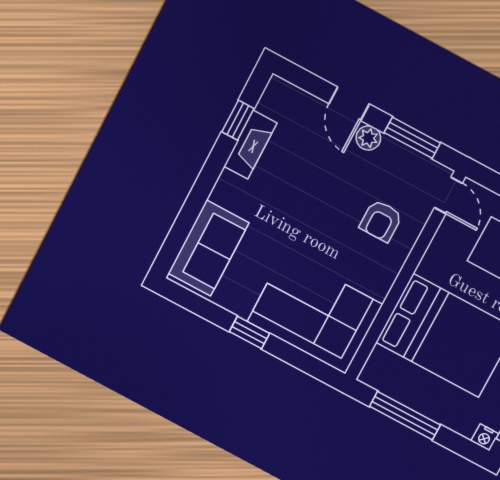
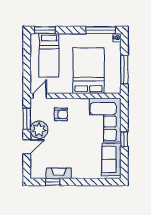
plant: (368, 138) -> (39, 130), width x1.87, depth x1.87
sofa: (208, 248) -> (111, 159), moved, turned -90

